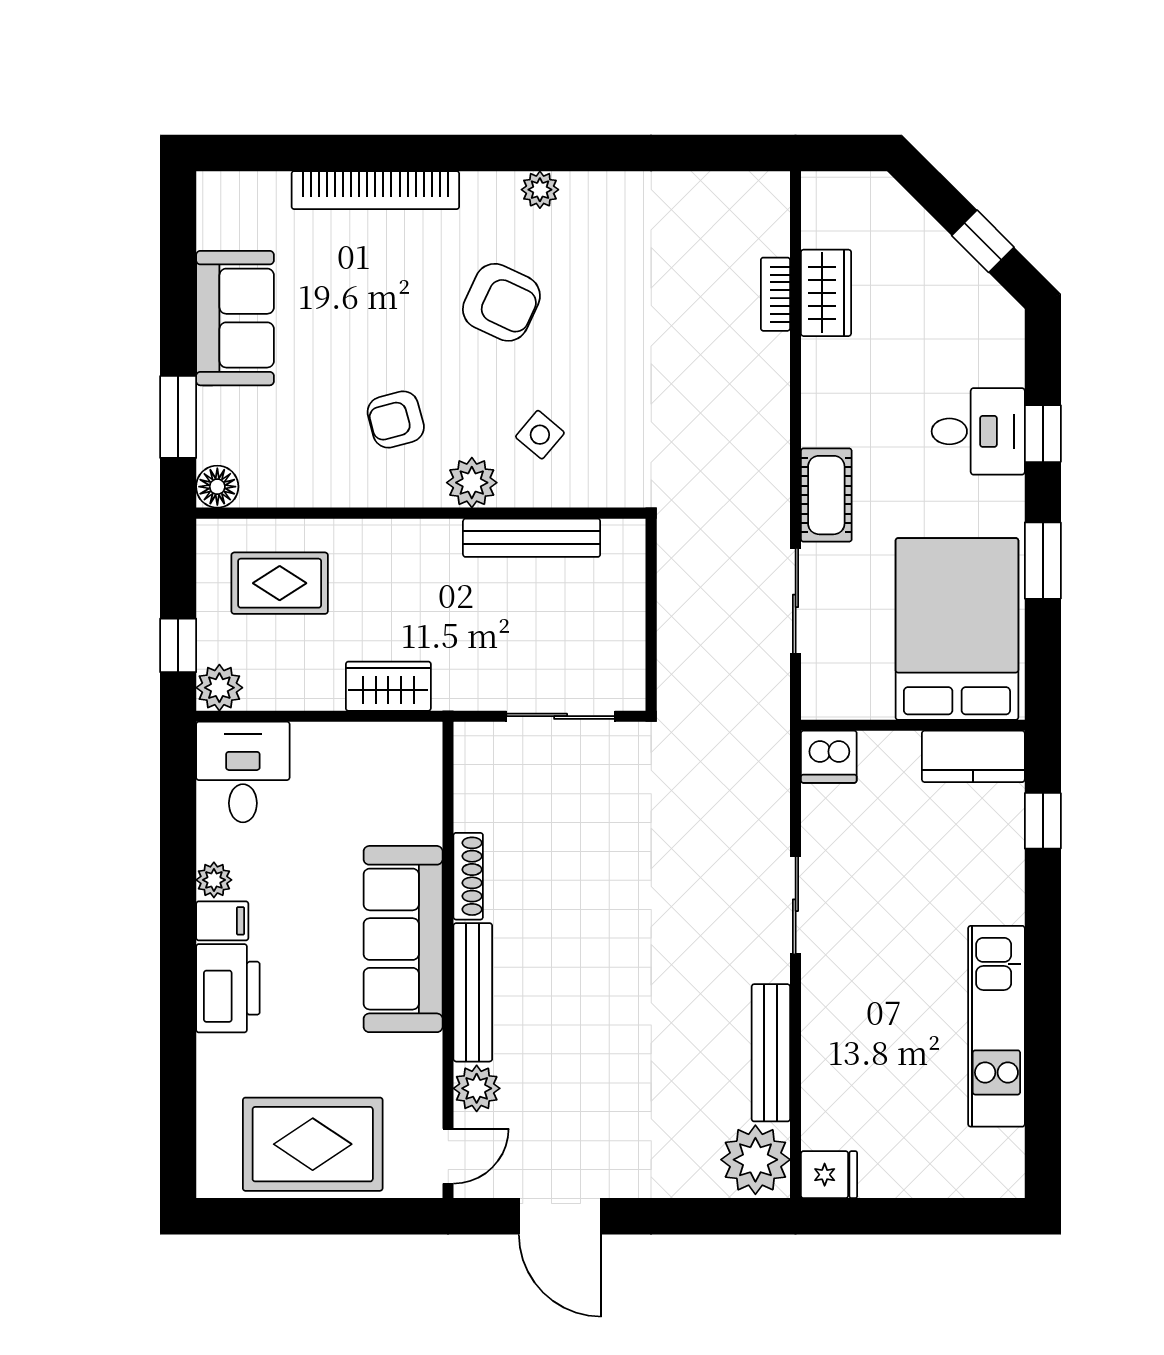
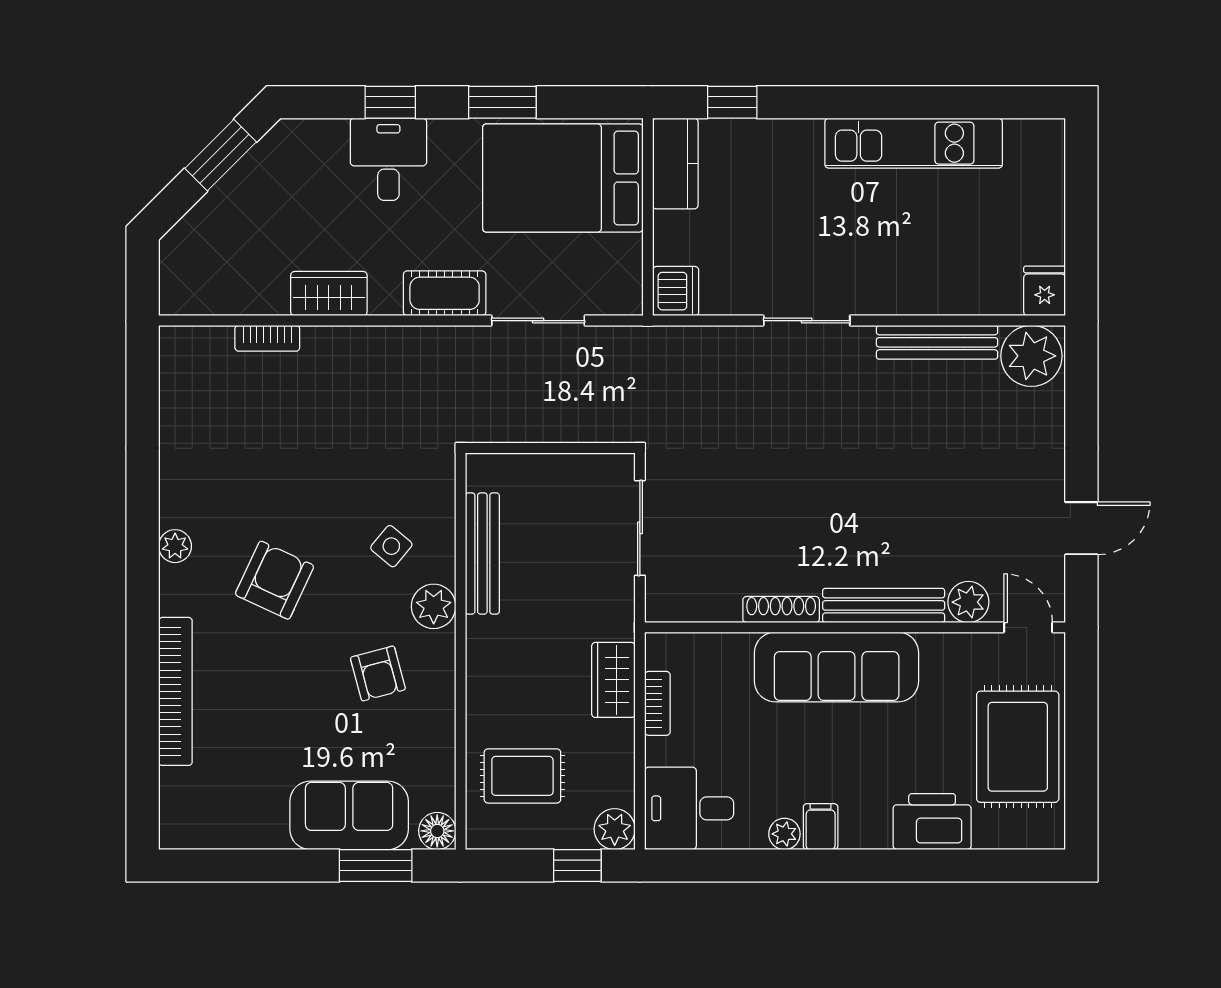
window: (983, 241) -> (221, 155), width x1.50
wardrobe: (826, 293) -> (329, 294), moved
sofa: (235, 318) -> (349, 815), moved
rug: (280, 583) -> (522, 776), turned 90
bookcase: (362, 736) -> (657, 703), added
printer: (228, 988) -> (932, 822), moved
door: (560, 1216) -> (1081, 528), width x0.73

